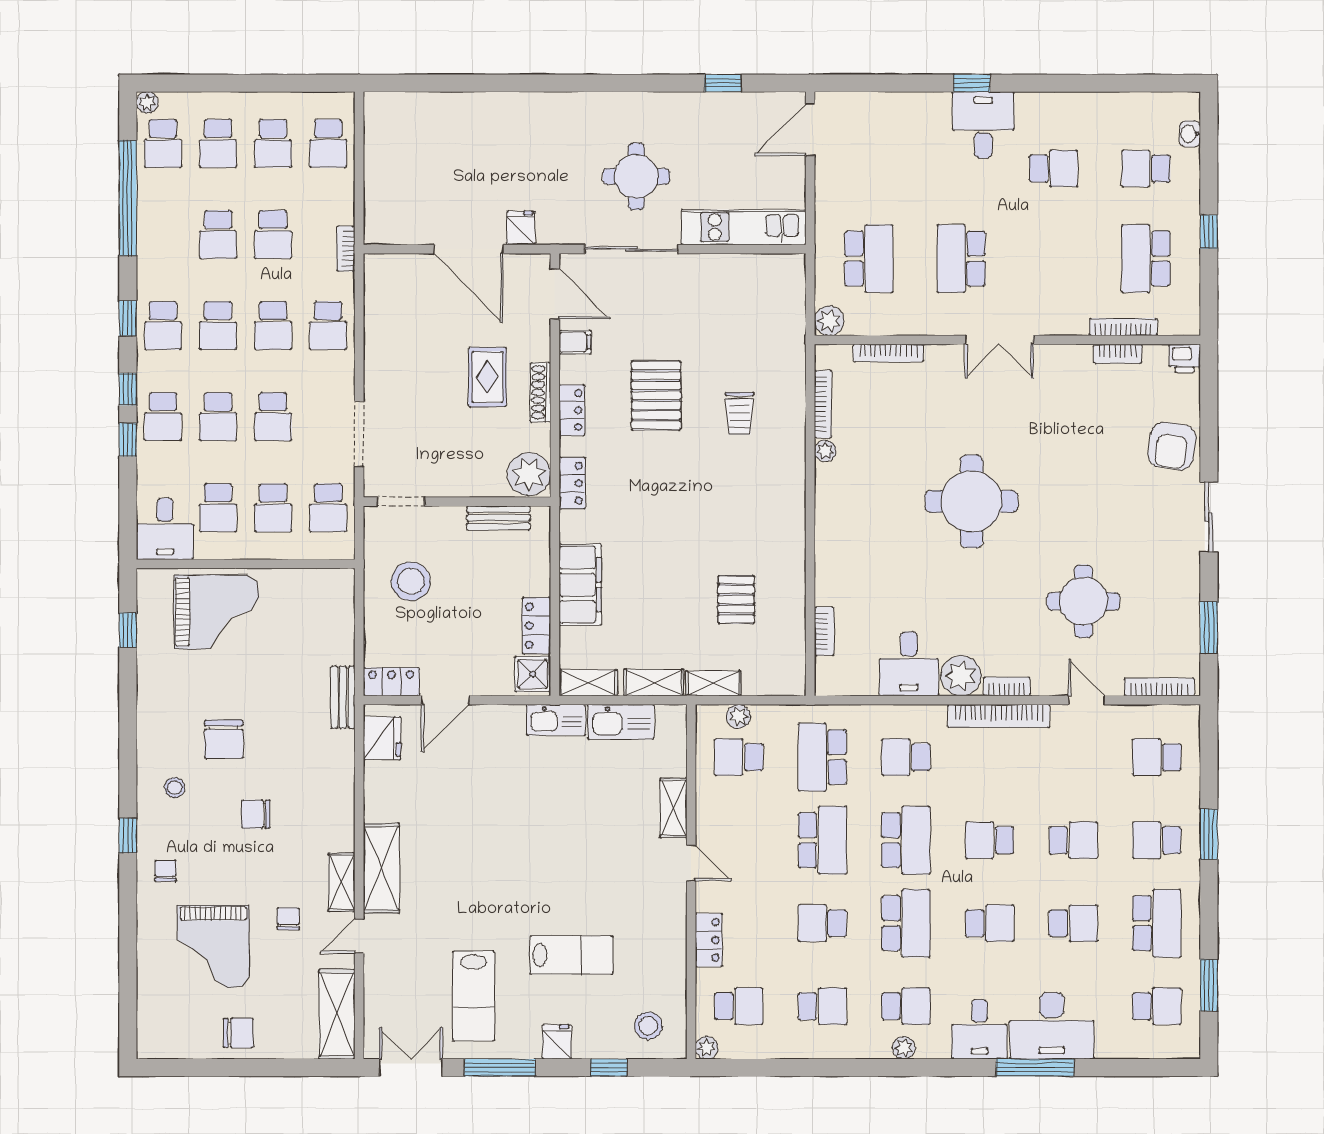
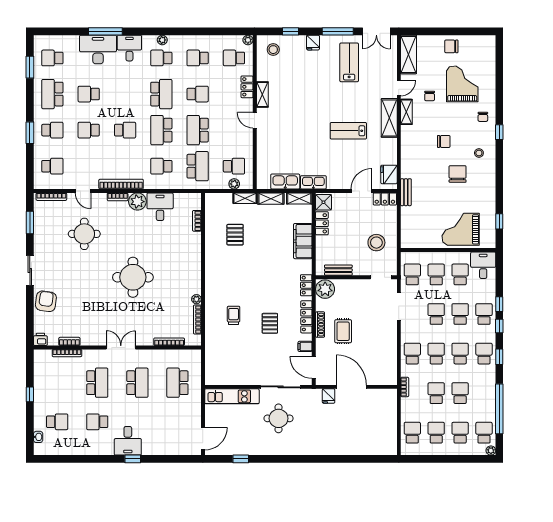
school desk: (1146, 259) -> (97, 383), moved
plant: (829, 321) -> (195, 356), removed
pallet: (656, 395) -> (270, 323), width x0.67, depth x0.71
locker: (572, 410) -> (306, 317), width x1.53
school desk: (906, 757) -> (161, 166), turned 180
shelving: (673, 808) -> (262, 94), moved
school desk: (906, 923) -> (161, 94), turned 180
school desk: (990, 923) -> (125, 94), removed
lab bench: (571, 955) -> (348, 131), moved

